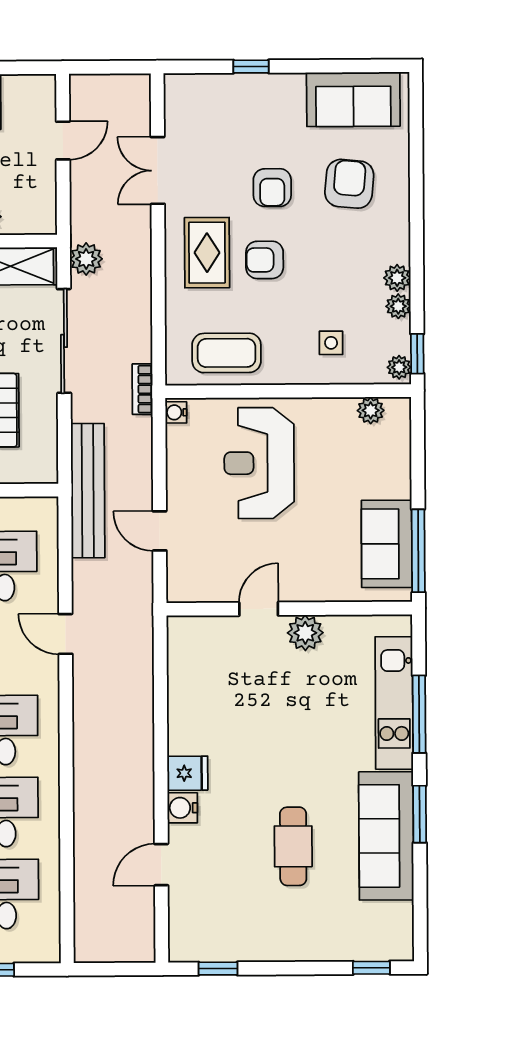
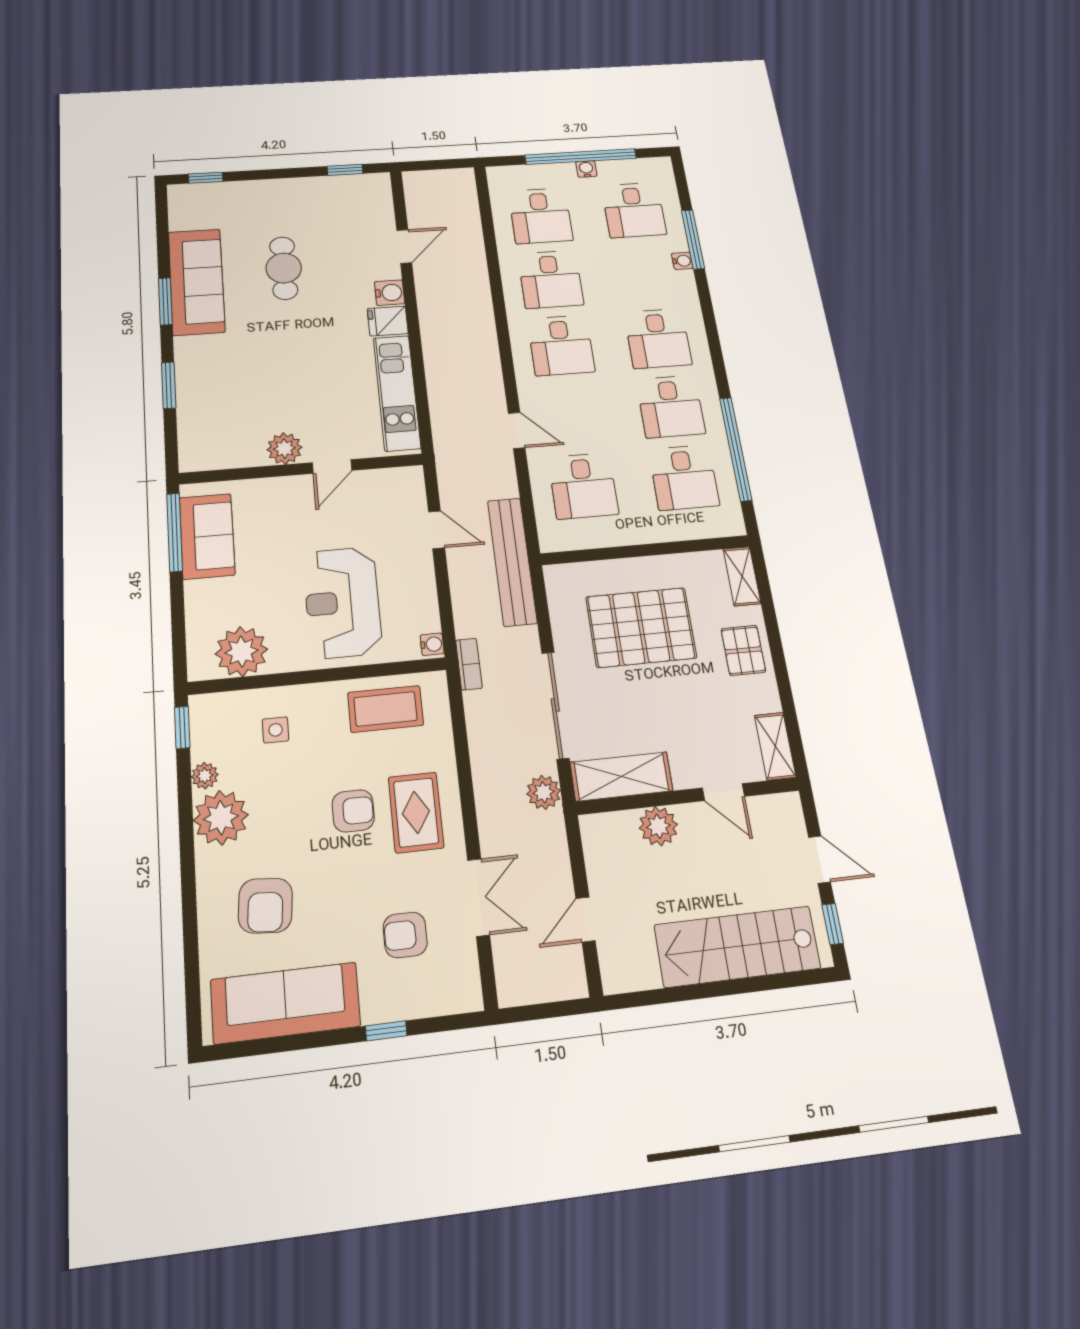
sofa: (353, 99) -> (285, 1003), width x1.36
armchair: (272, 188) -> (405, 935), moved, turned -90
plant: (397, 278) -> (221, 818), width x1.87, depth x1.87
plant: (399, 367) -> (201, 711), removed
plant: (371, 410) -> (241, 652), width x1.87, depth x1.87
reception desk: (259, 463) -> (342, 602), turned 180
kitchen unit: (394, 703) -> (397, 393), moved, turned 180
window: (419, 714) -> (169, 385), width x0.69

